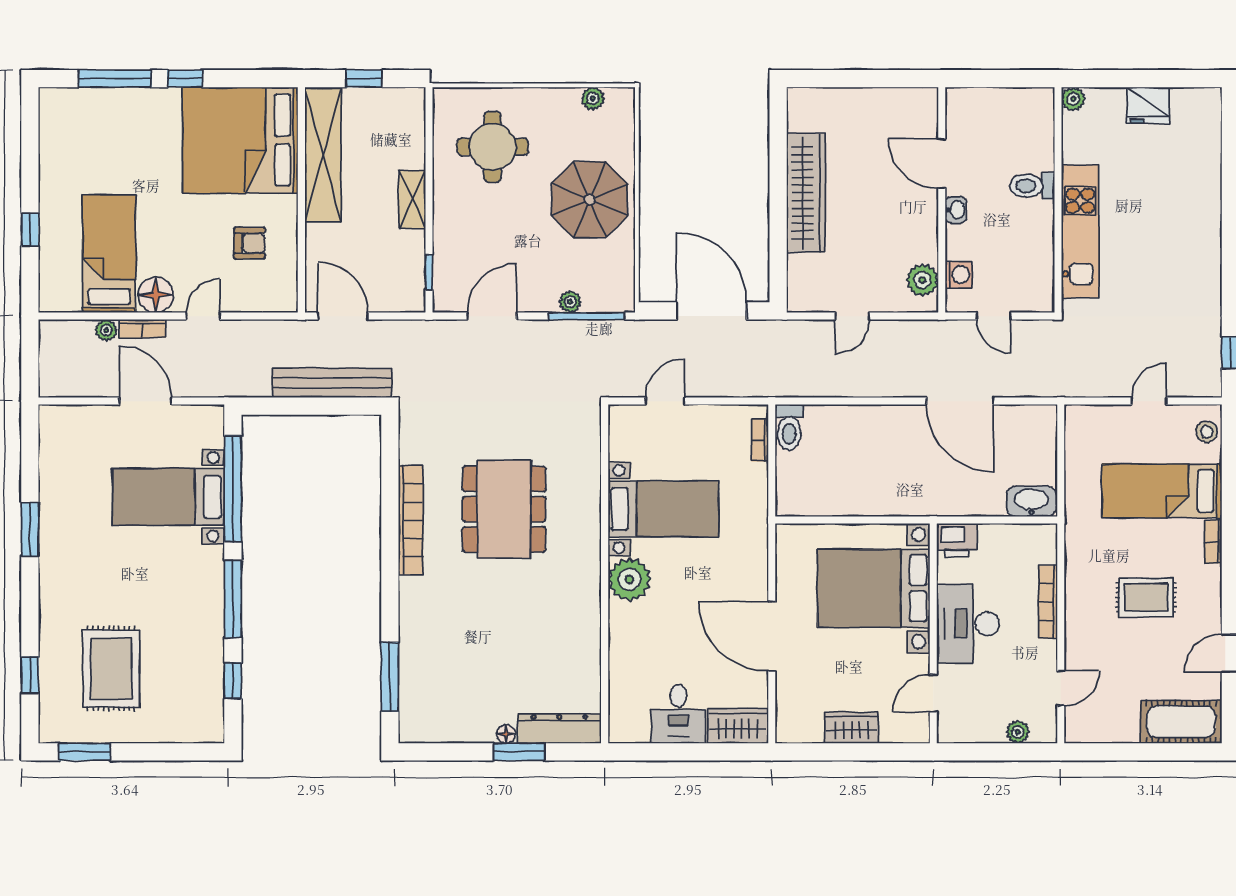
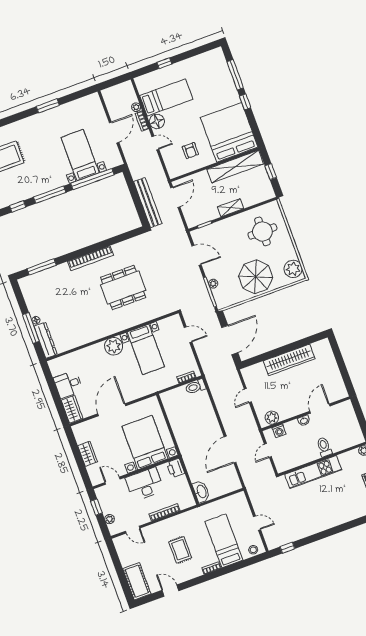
plant: (593, 98) -> (293, 269), width x1.87, depth x1.87
door: (852, 316) -> (248, 395), hinge flipped
bookcase: (411, 520) -> (90, 258), moved
window: (519, 752) -> (31, 328), width x1.44
window: (980, 752) -> (96, 507), added

